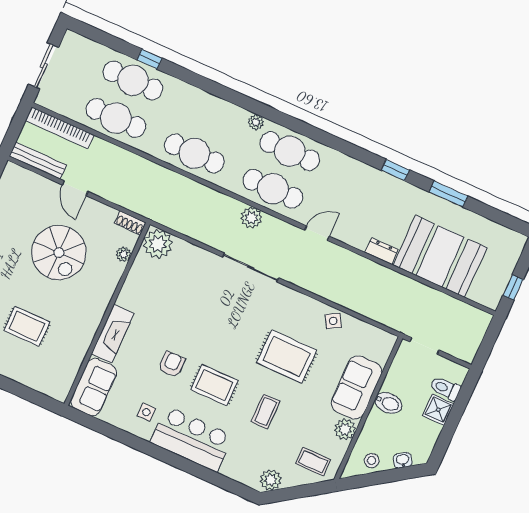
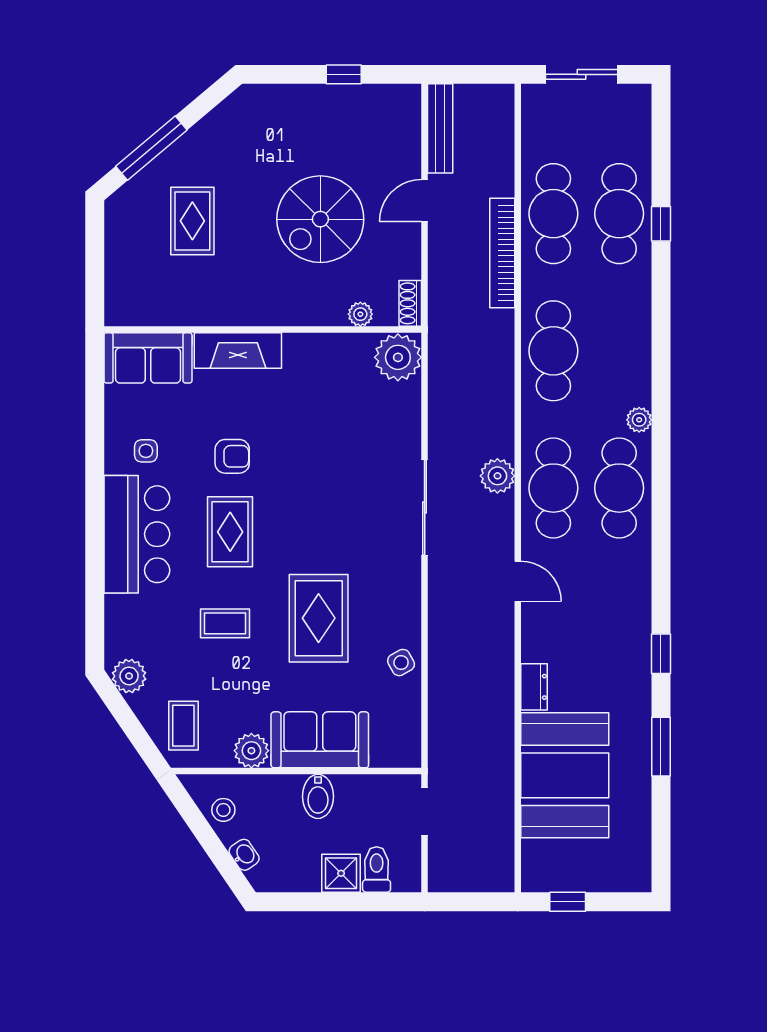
bookcase: (60, 128) -> (502, 253), moved

